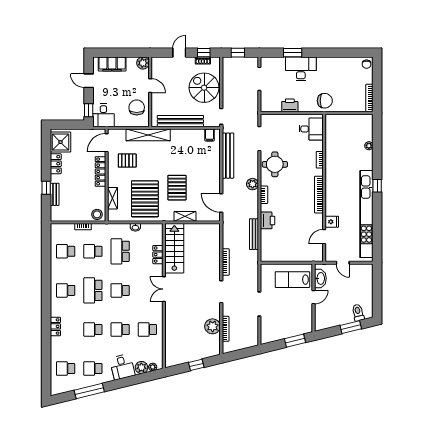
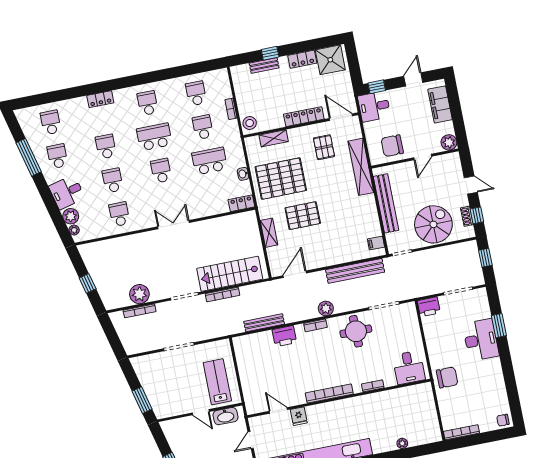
chair: (325, 101) -> (447, 377), turned -90
printer: (290, 105) -> (429, 307), moved, turned 90
chair: (137, 107) -> (392, 146), turned 180
stairs: (174, 248) -> (230, 274), moved, turned 180
locker: (158, 255) -> (241, 203), moved

